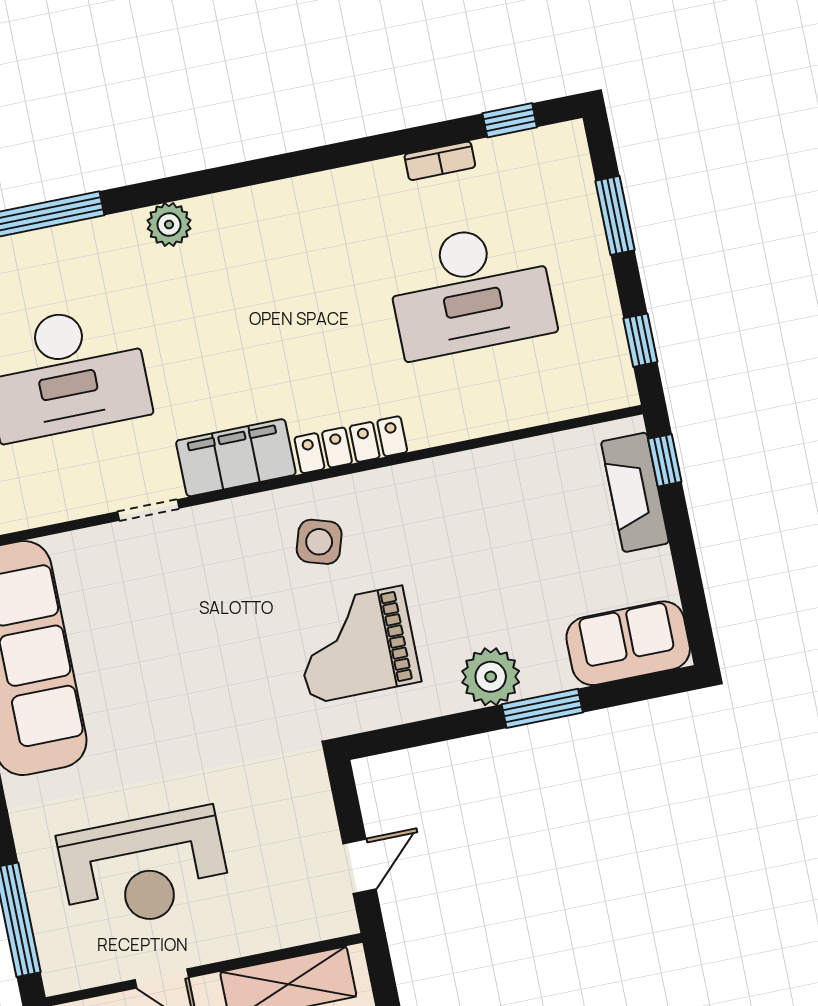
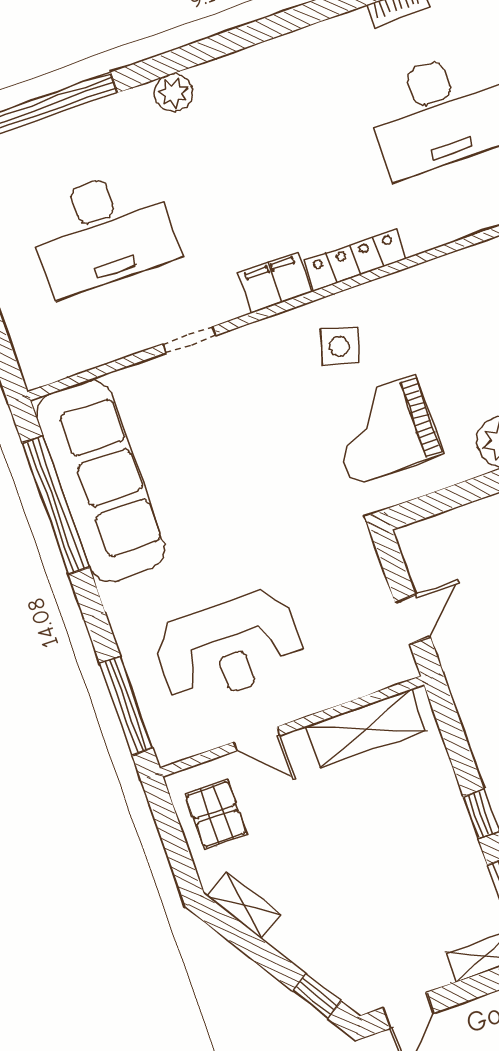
filing cabinet: (236, 458) -> (275, 283), width x0.67, depth x0.86

